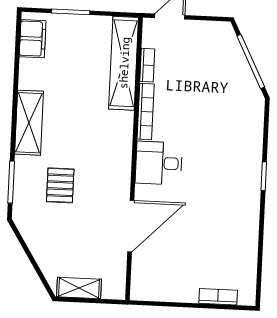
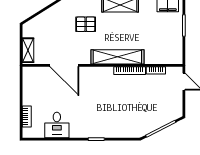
shelving: (124, 63) -> (117, 57), moved
desk: (159, 163) -> (57, 125), moved, turned 180
shelving: (79, 288) -> (28, 50), moved

